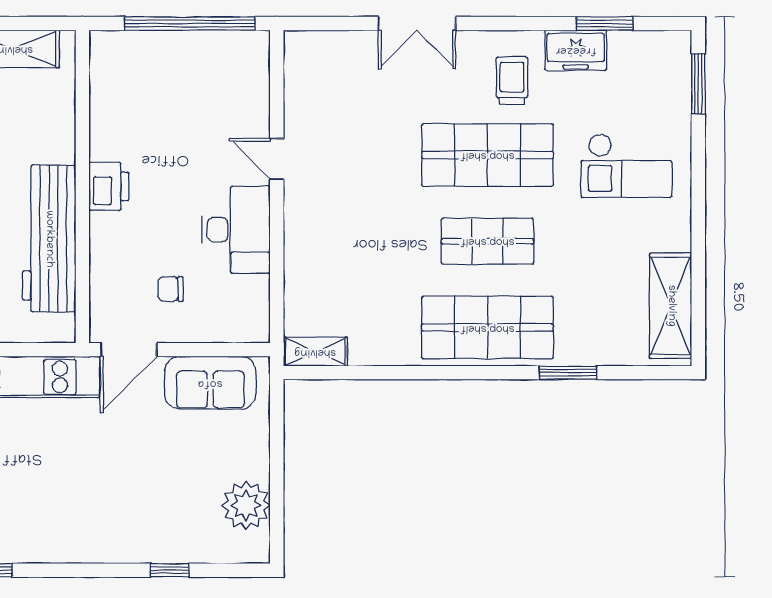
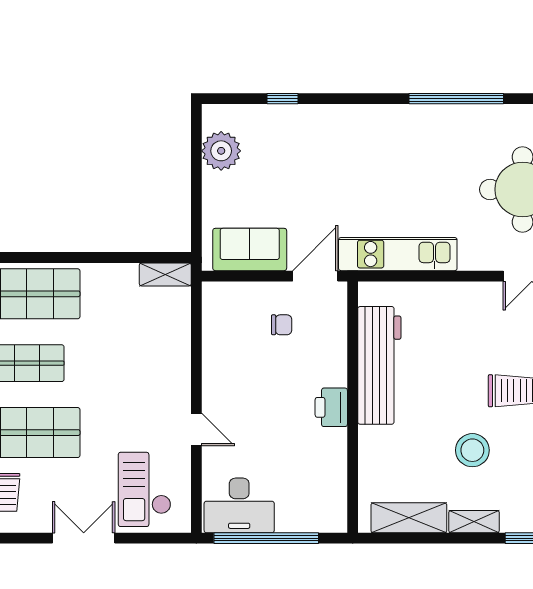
checkout: (341, 84) -> (145, 489), added
desk: (236, 230) -> (239, 505), moved, turned -90

